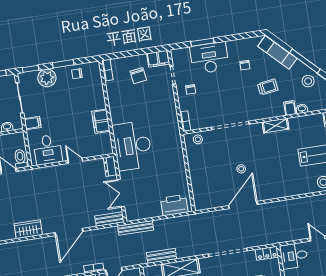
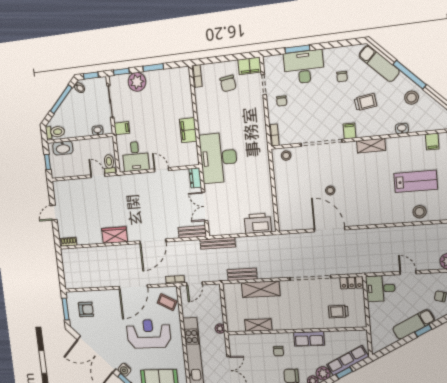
chair: (77, 74) -> (166, 79), removed
filing cabinet: (290, 108) -> (350, 131), moved
door: (243, 205) -> (329, 229), hinge flipped

